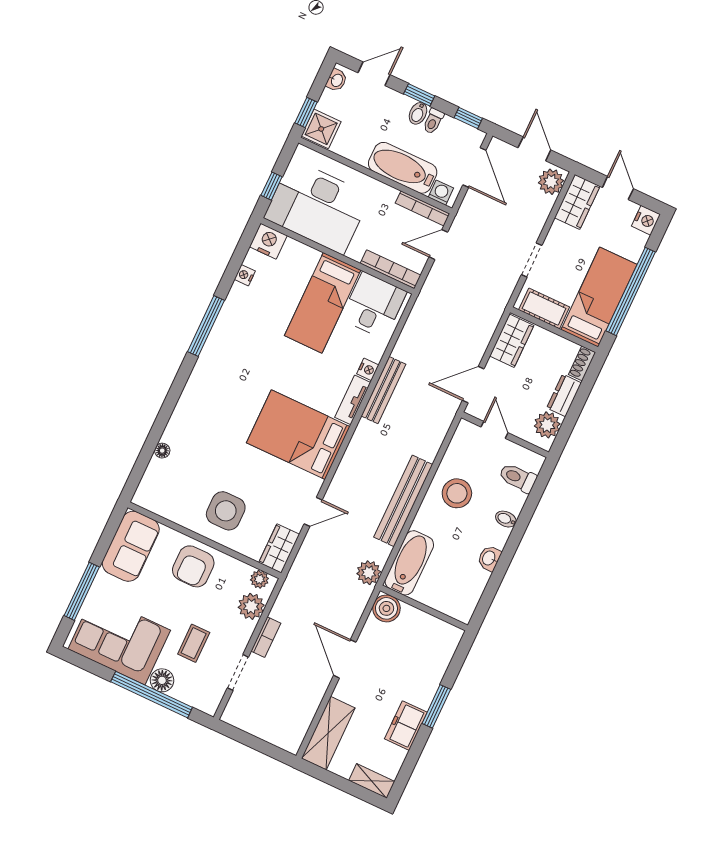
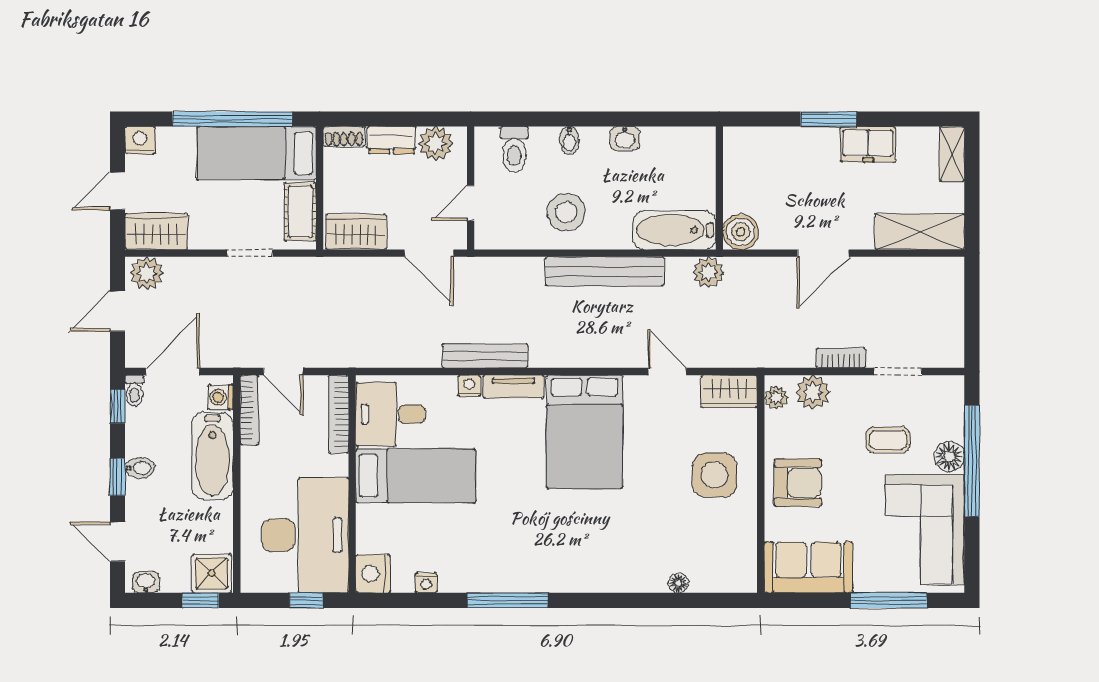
toilet: (433, 121) -> (134, 391), moved, turned 90

